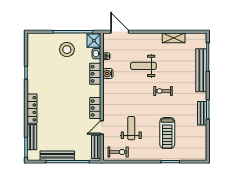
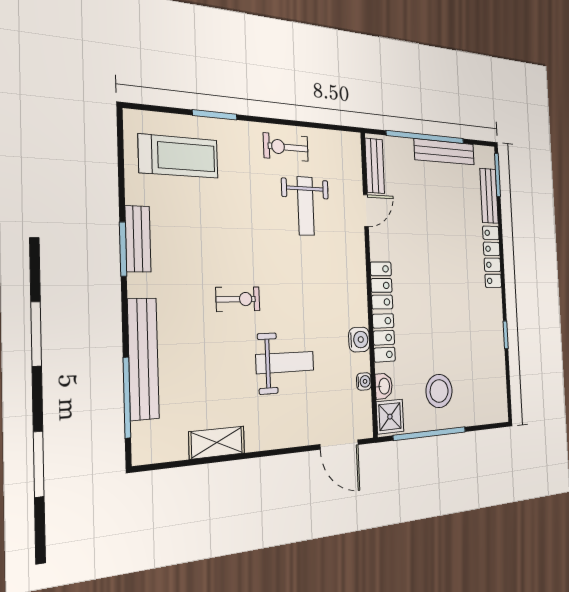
locker: (95, 108) -> (382, 285), moved
treadmill: (167, 133) -> (179, 156), moved, turned 90
exercise bike: (118, 152) -> (286, 147), moved

